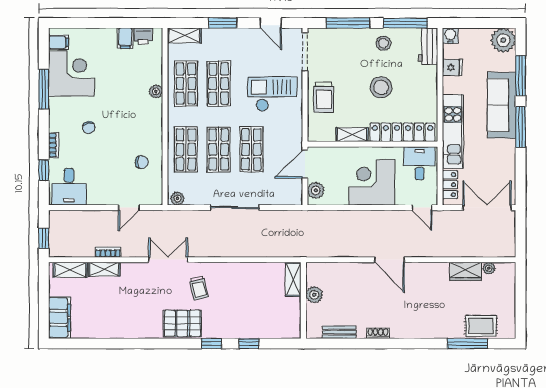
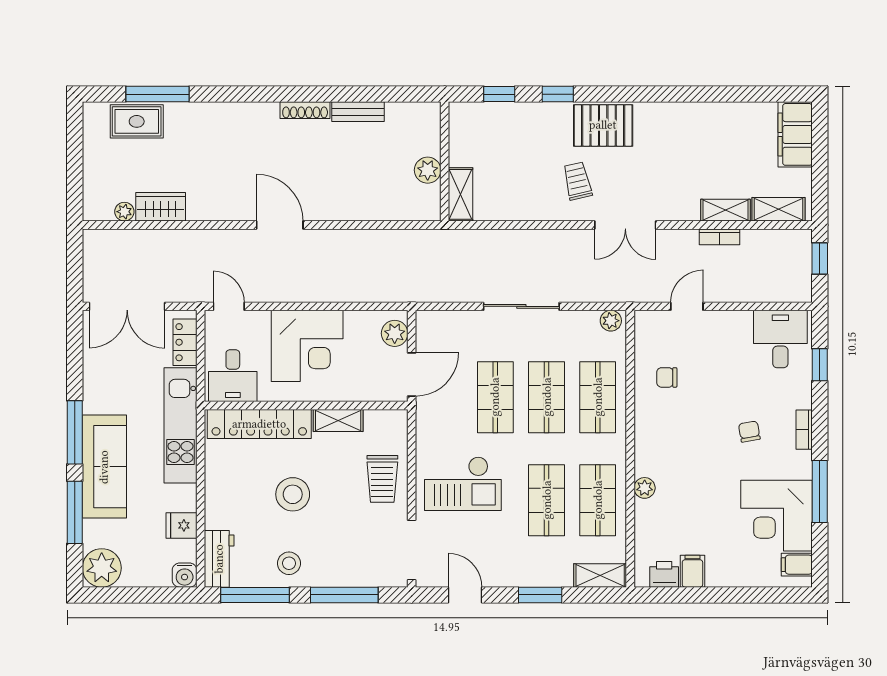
trolley: (324, 97) -> (382, 479), turned 180
bookcase: (54, 145) -> (804, 430), moved
shelving: (293, 279) -> (461, 194), moved
plant: (314, 295) -> (428, 170), moved
wall: (303, 300) -> (445, 161), moved
shoe rack: (378, 333) -> (305, 110), width x1.43

